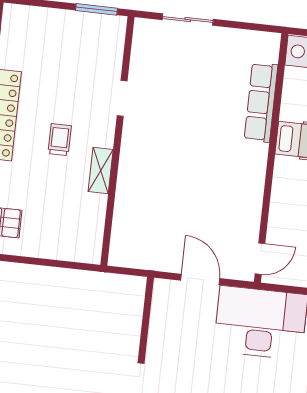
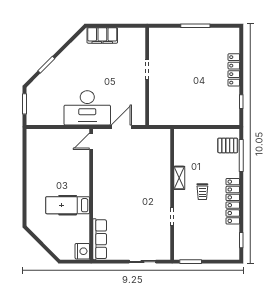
row of seats: (261, 102) -> (100, 239), moved
door: (200, 279) -> (121, 127), swing flipped

